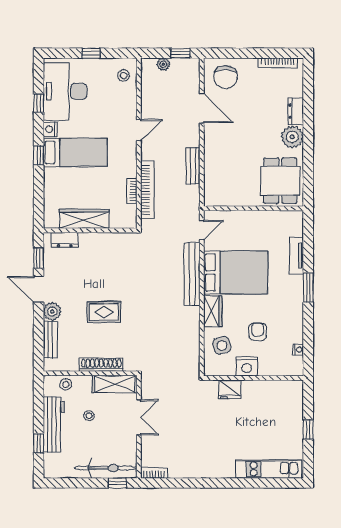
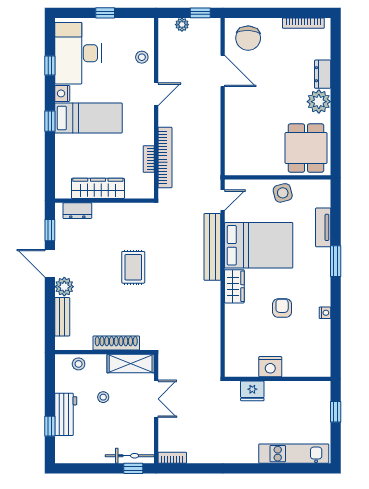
stool: (124, 76) -> (142, 57), moved
bench: (193, 166) -> (213, 132), removed
rug: (104, 312) -> (133, 267), moved, turned 90
side table: (222, 345) -> (283, 193), moved
nightstand: (298, 350) -> (325, 313), moved
nightstand: (247, 367) -> (270, 367), moved
wall: (254, 378) -> (278, 379), moved
fridge: (230, 389) -> (252, 391), moved
workbench: (54, 424) -> (66, 414), width x0.73
bicycle: (106, 468) -> (130, 456), width x0.73, depth x0.71

